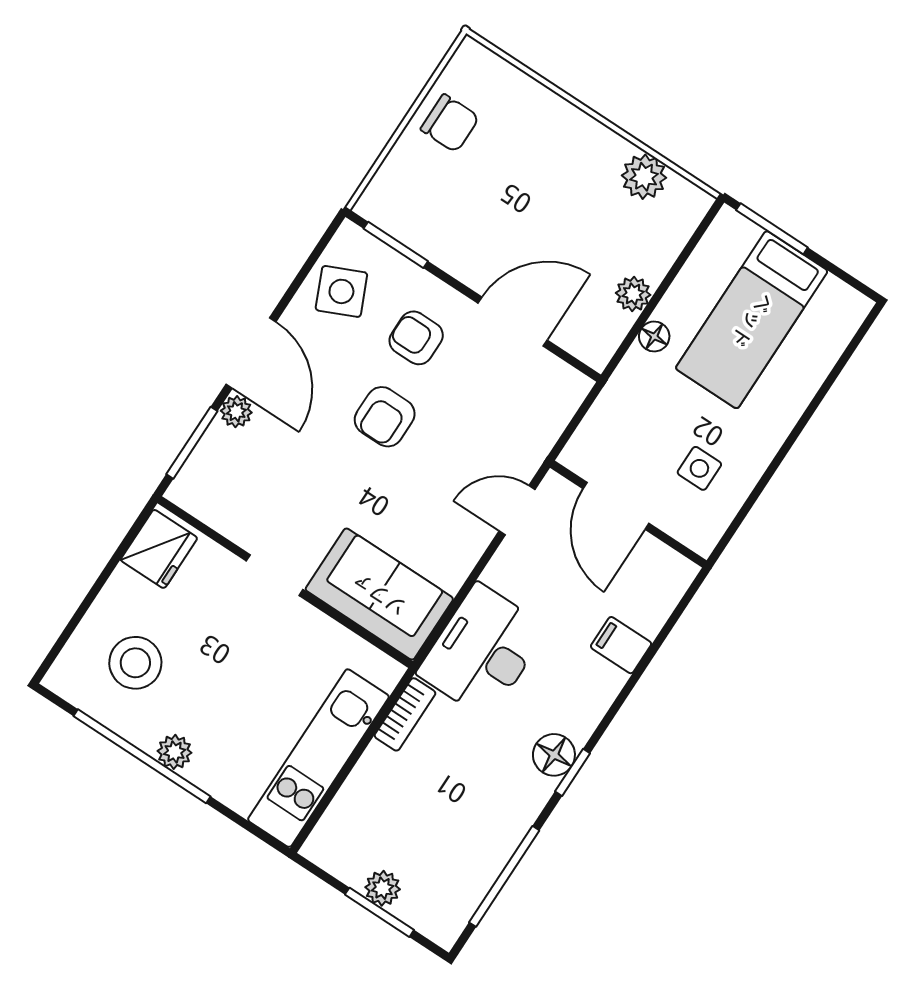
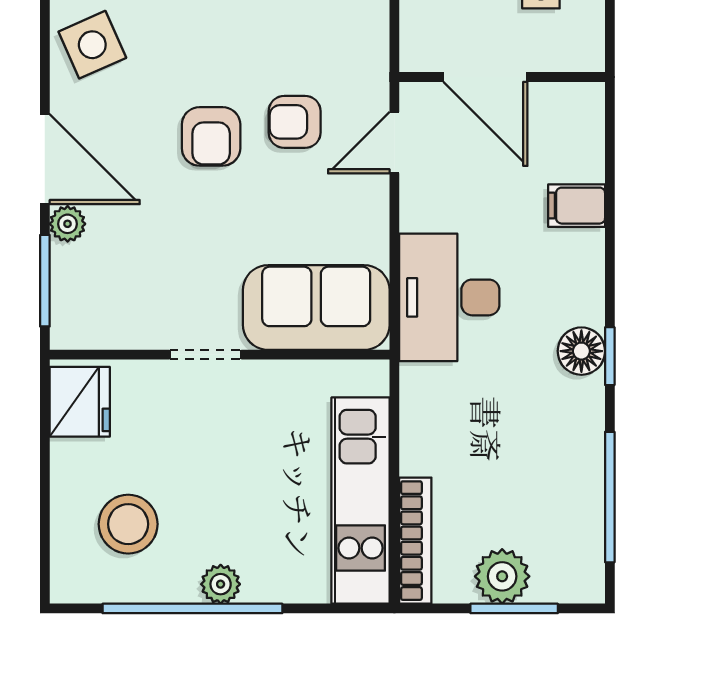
armchair: (416, 338) -> (295, 122), moved
bookcase: (405, 714) -> (415, 541), moved, width x1.56
plant: (383, 888) -> (502, 576), width x1.38, depth x1.38

